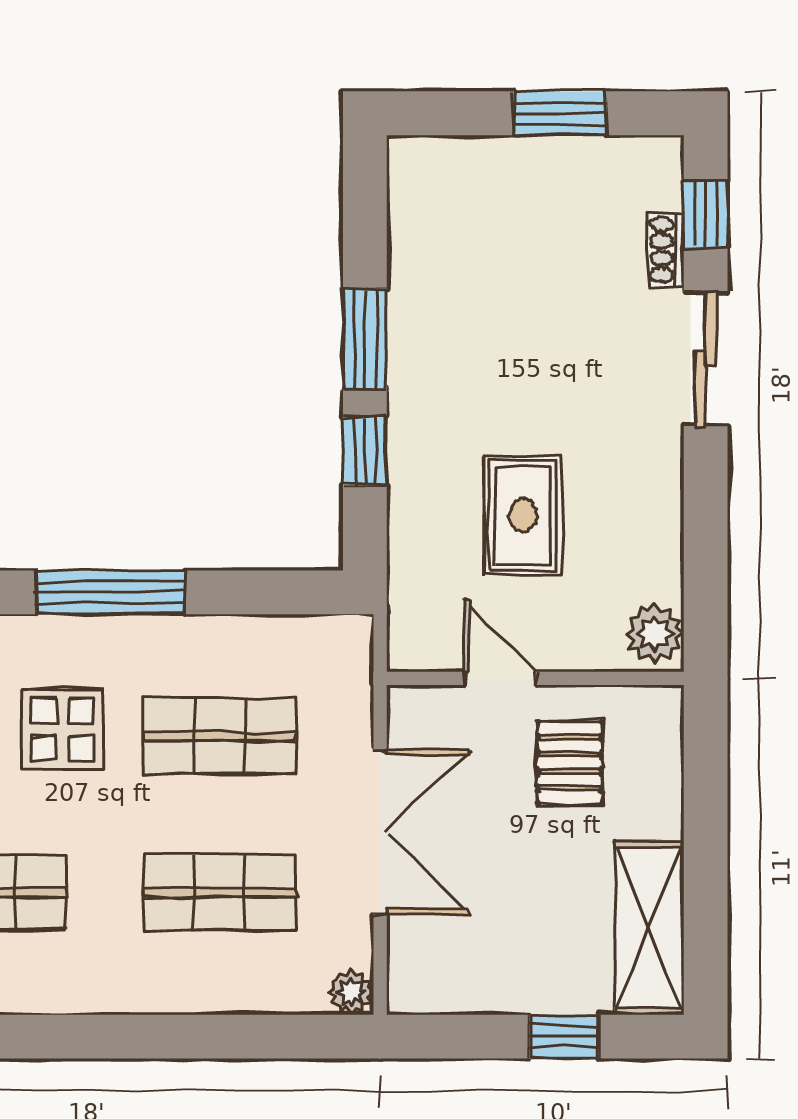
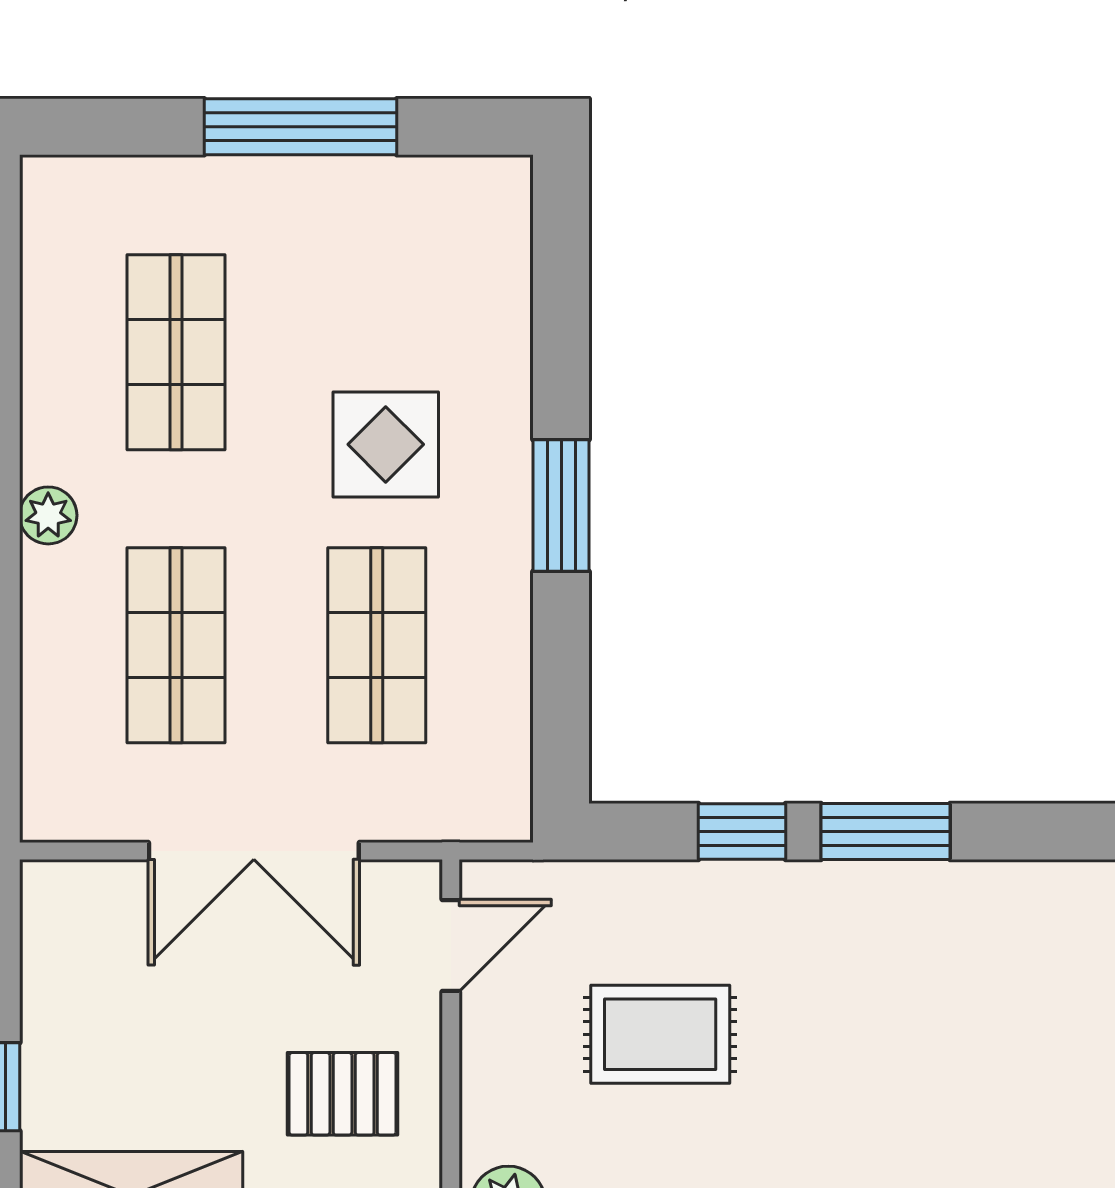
window: (110, 592) -> (561, 506), width x0.69
door: (500, 678) -> (451, 946), moved
plant: (351, 992) -> (48, 515), moved

